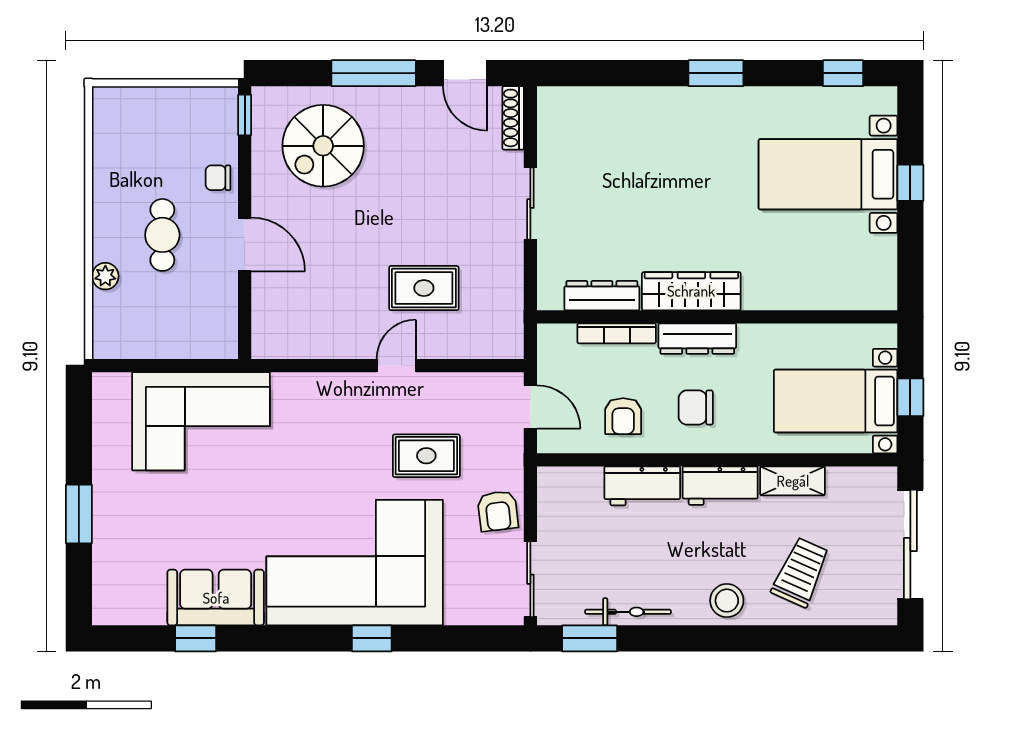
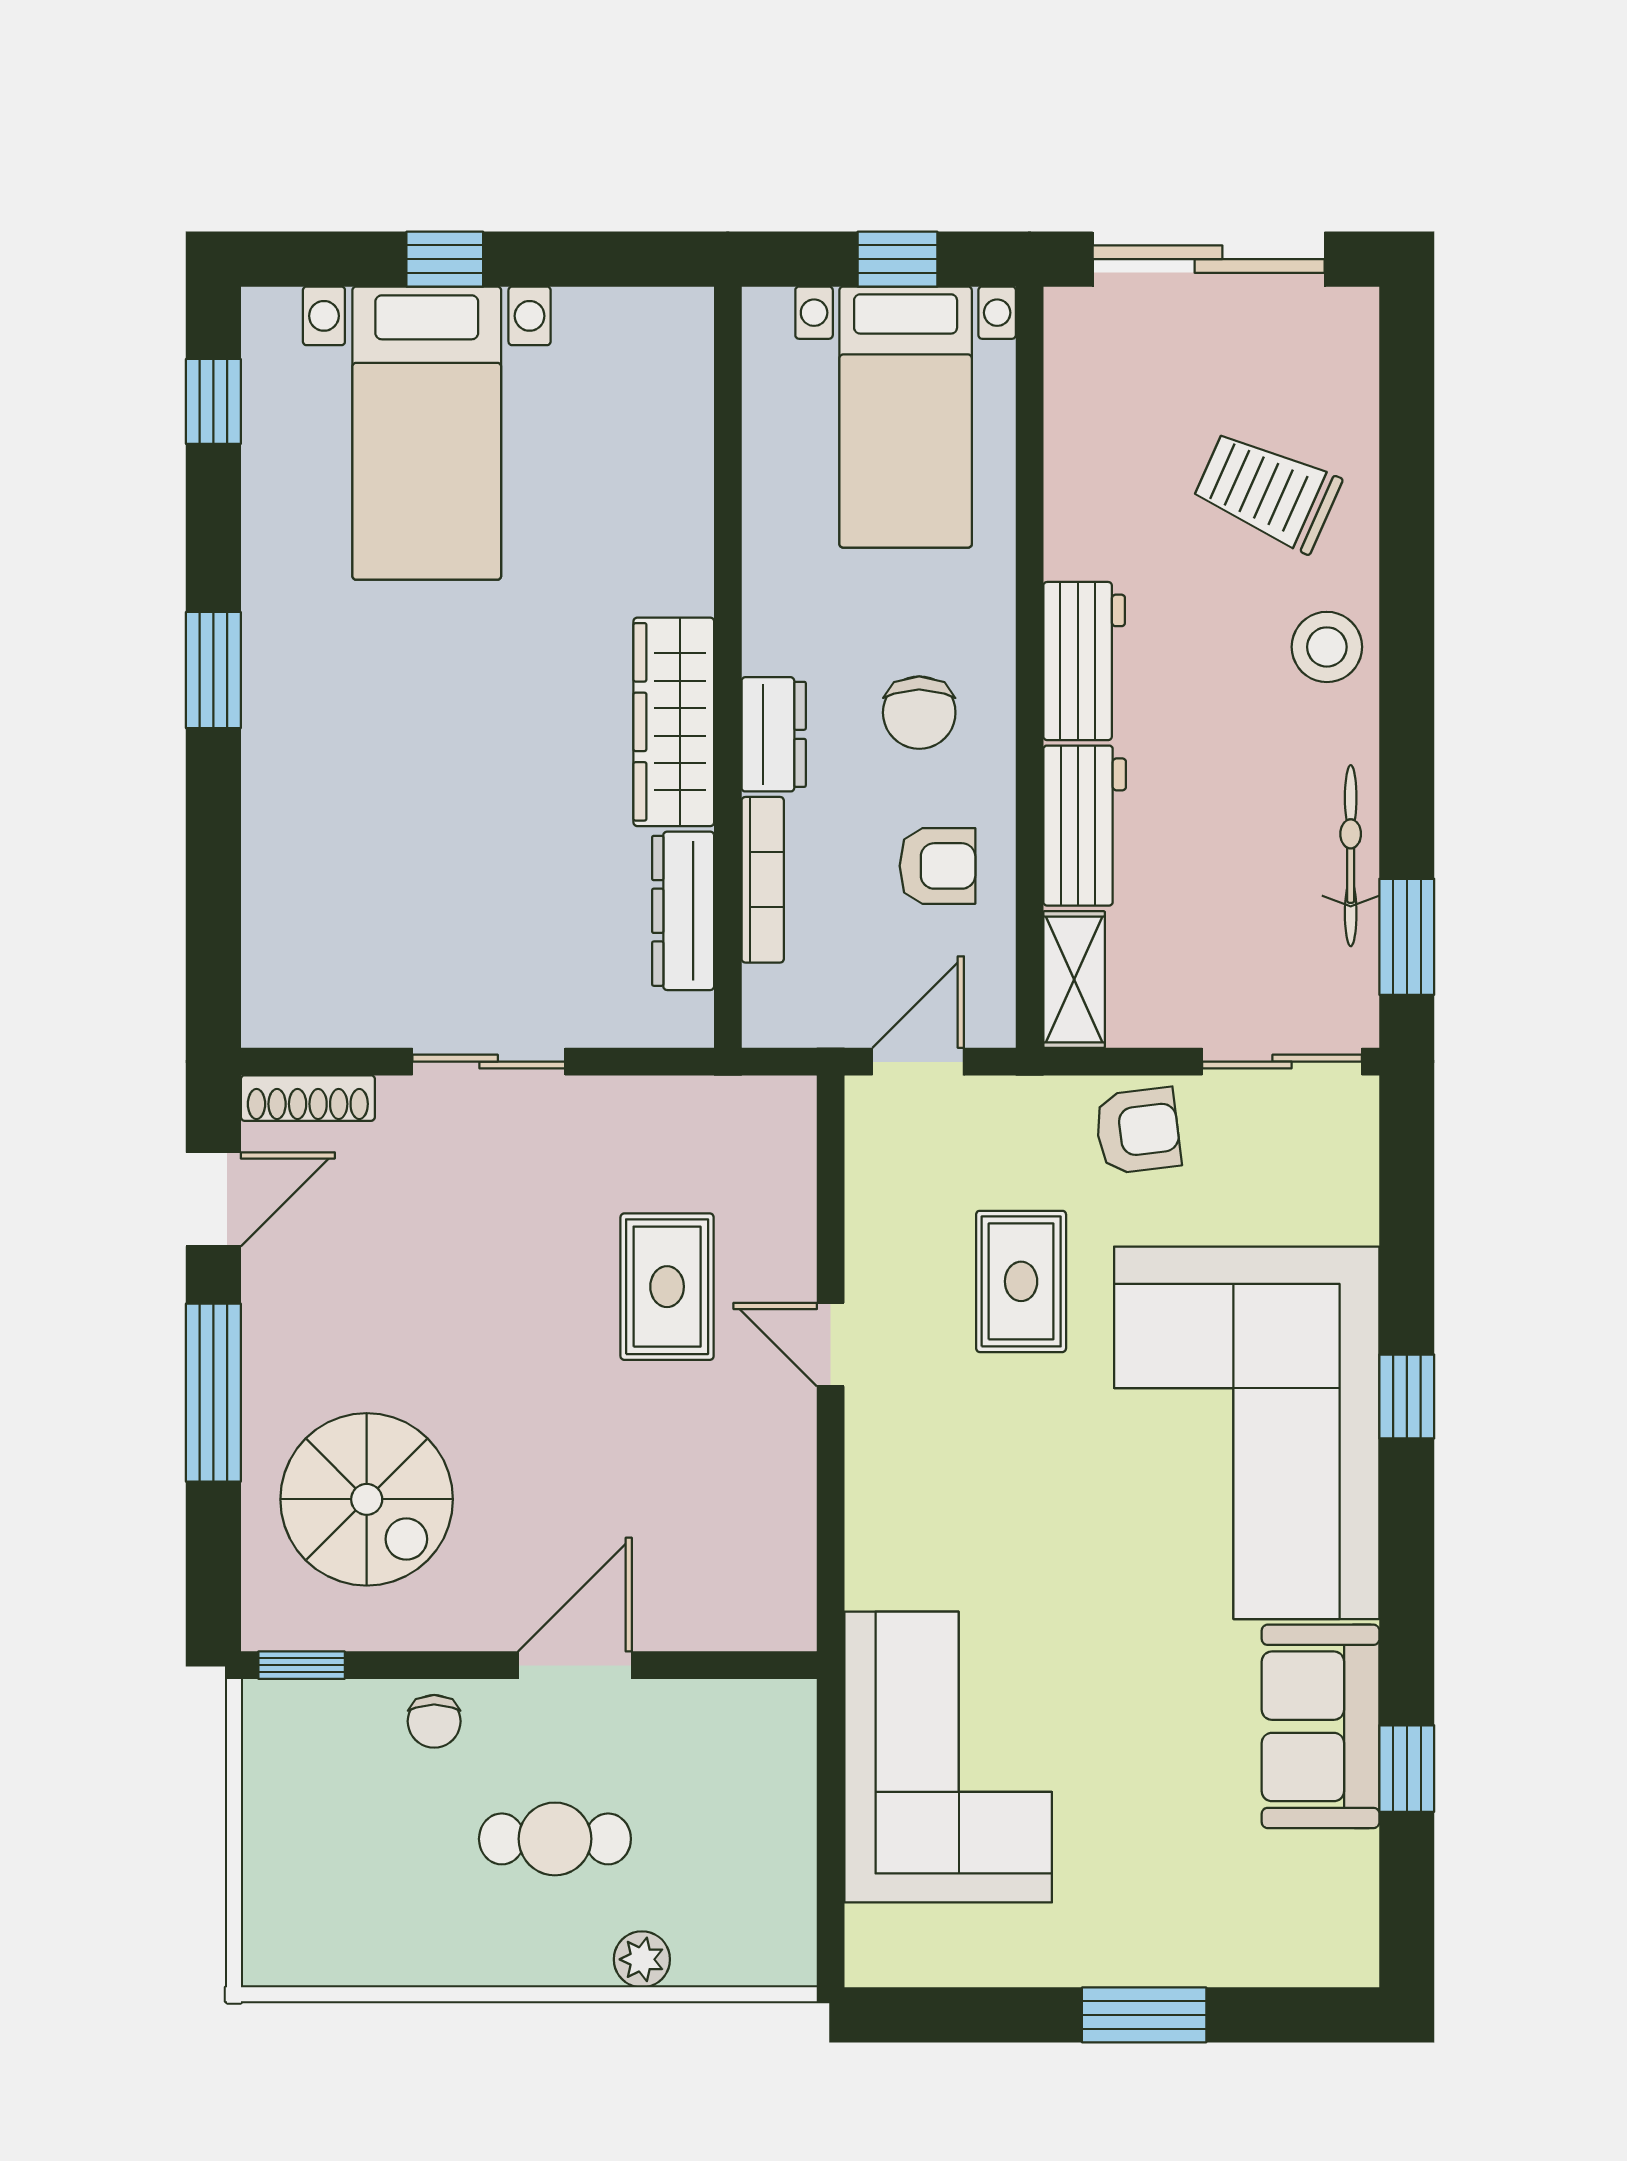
dresser: (697, 339) -> (774, 734), width x0.70
shelving: (793, 481) -> (1074, 979), moved

